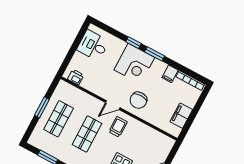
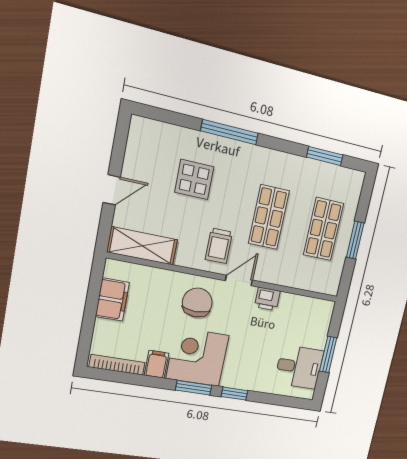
window: (74, 47) -> (328, 354), added
corner desk: (134, 64) -> (198, 357), moved
printer: (76, 77) -> (267, 299), moved
shelving: (157, 138) -> (142, 246), added

